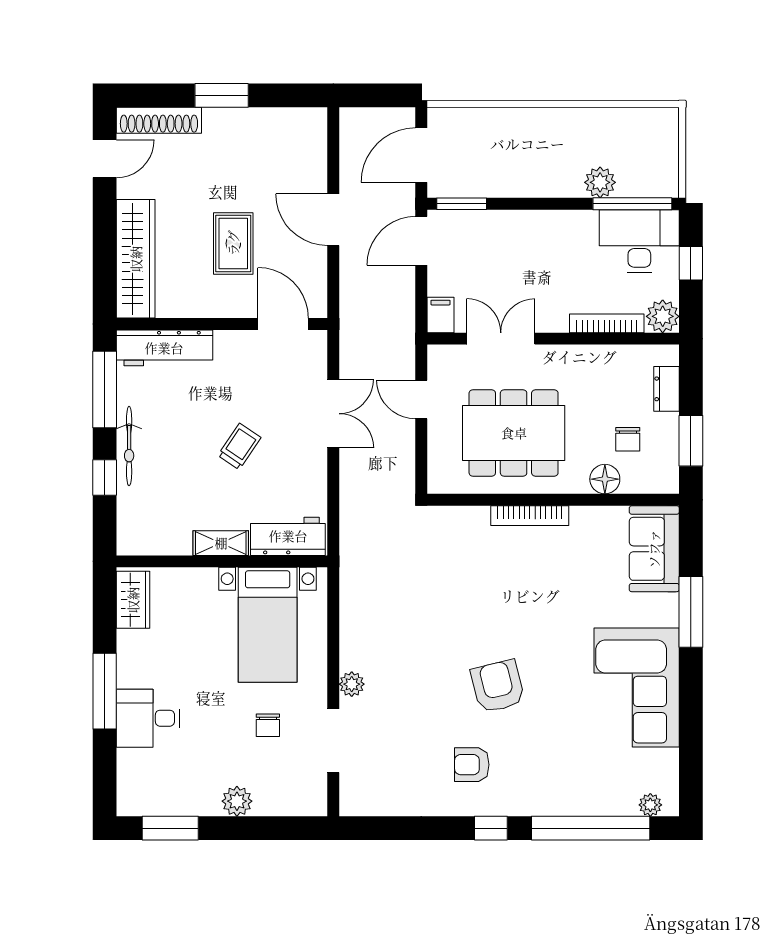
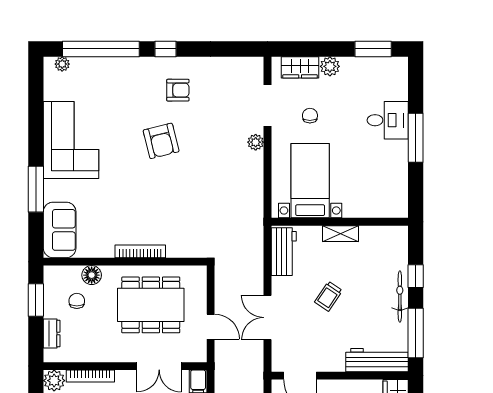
workbench: (288, 536) -> (284, 252), moved, turned -90
wardrobe: (133, 600) -> (300, 67), moved, turned -90

